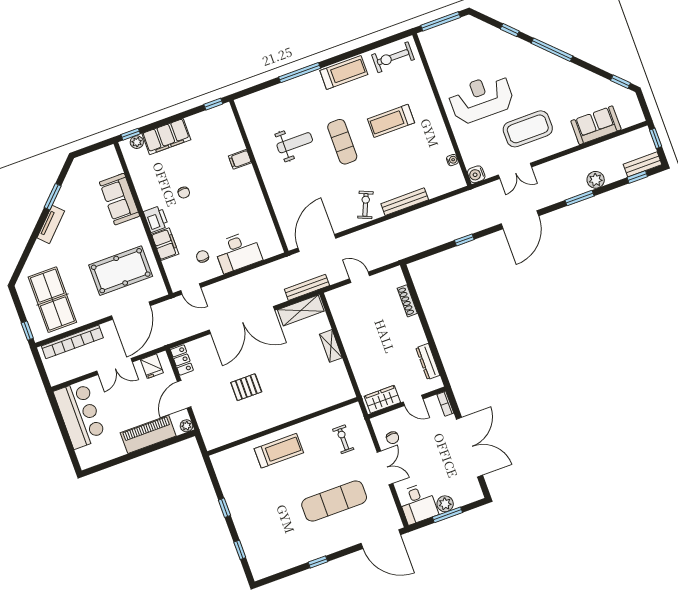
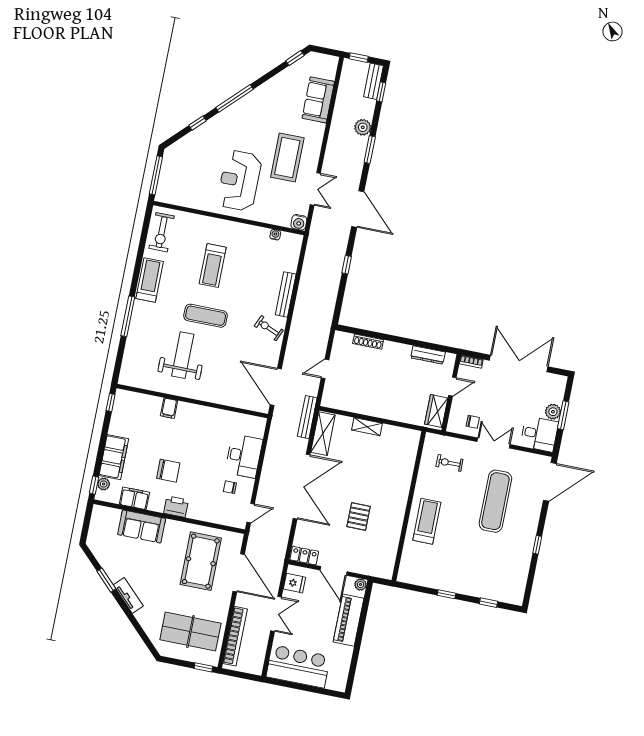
weight bench: (295, 143) -> (183, 355), width x1.36, depth x1.33
chair: (184, 193) -> (168, 471), width x1.87, depth x1.87
filing cabinet: (165, 244) -> (134, 498), moved

